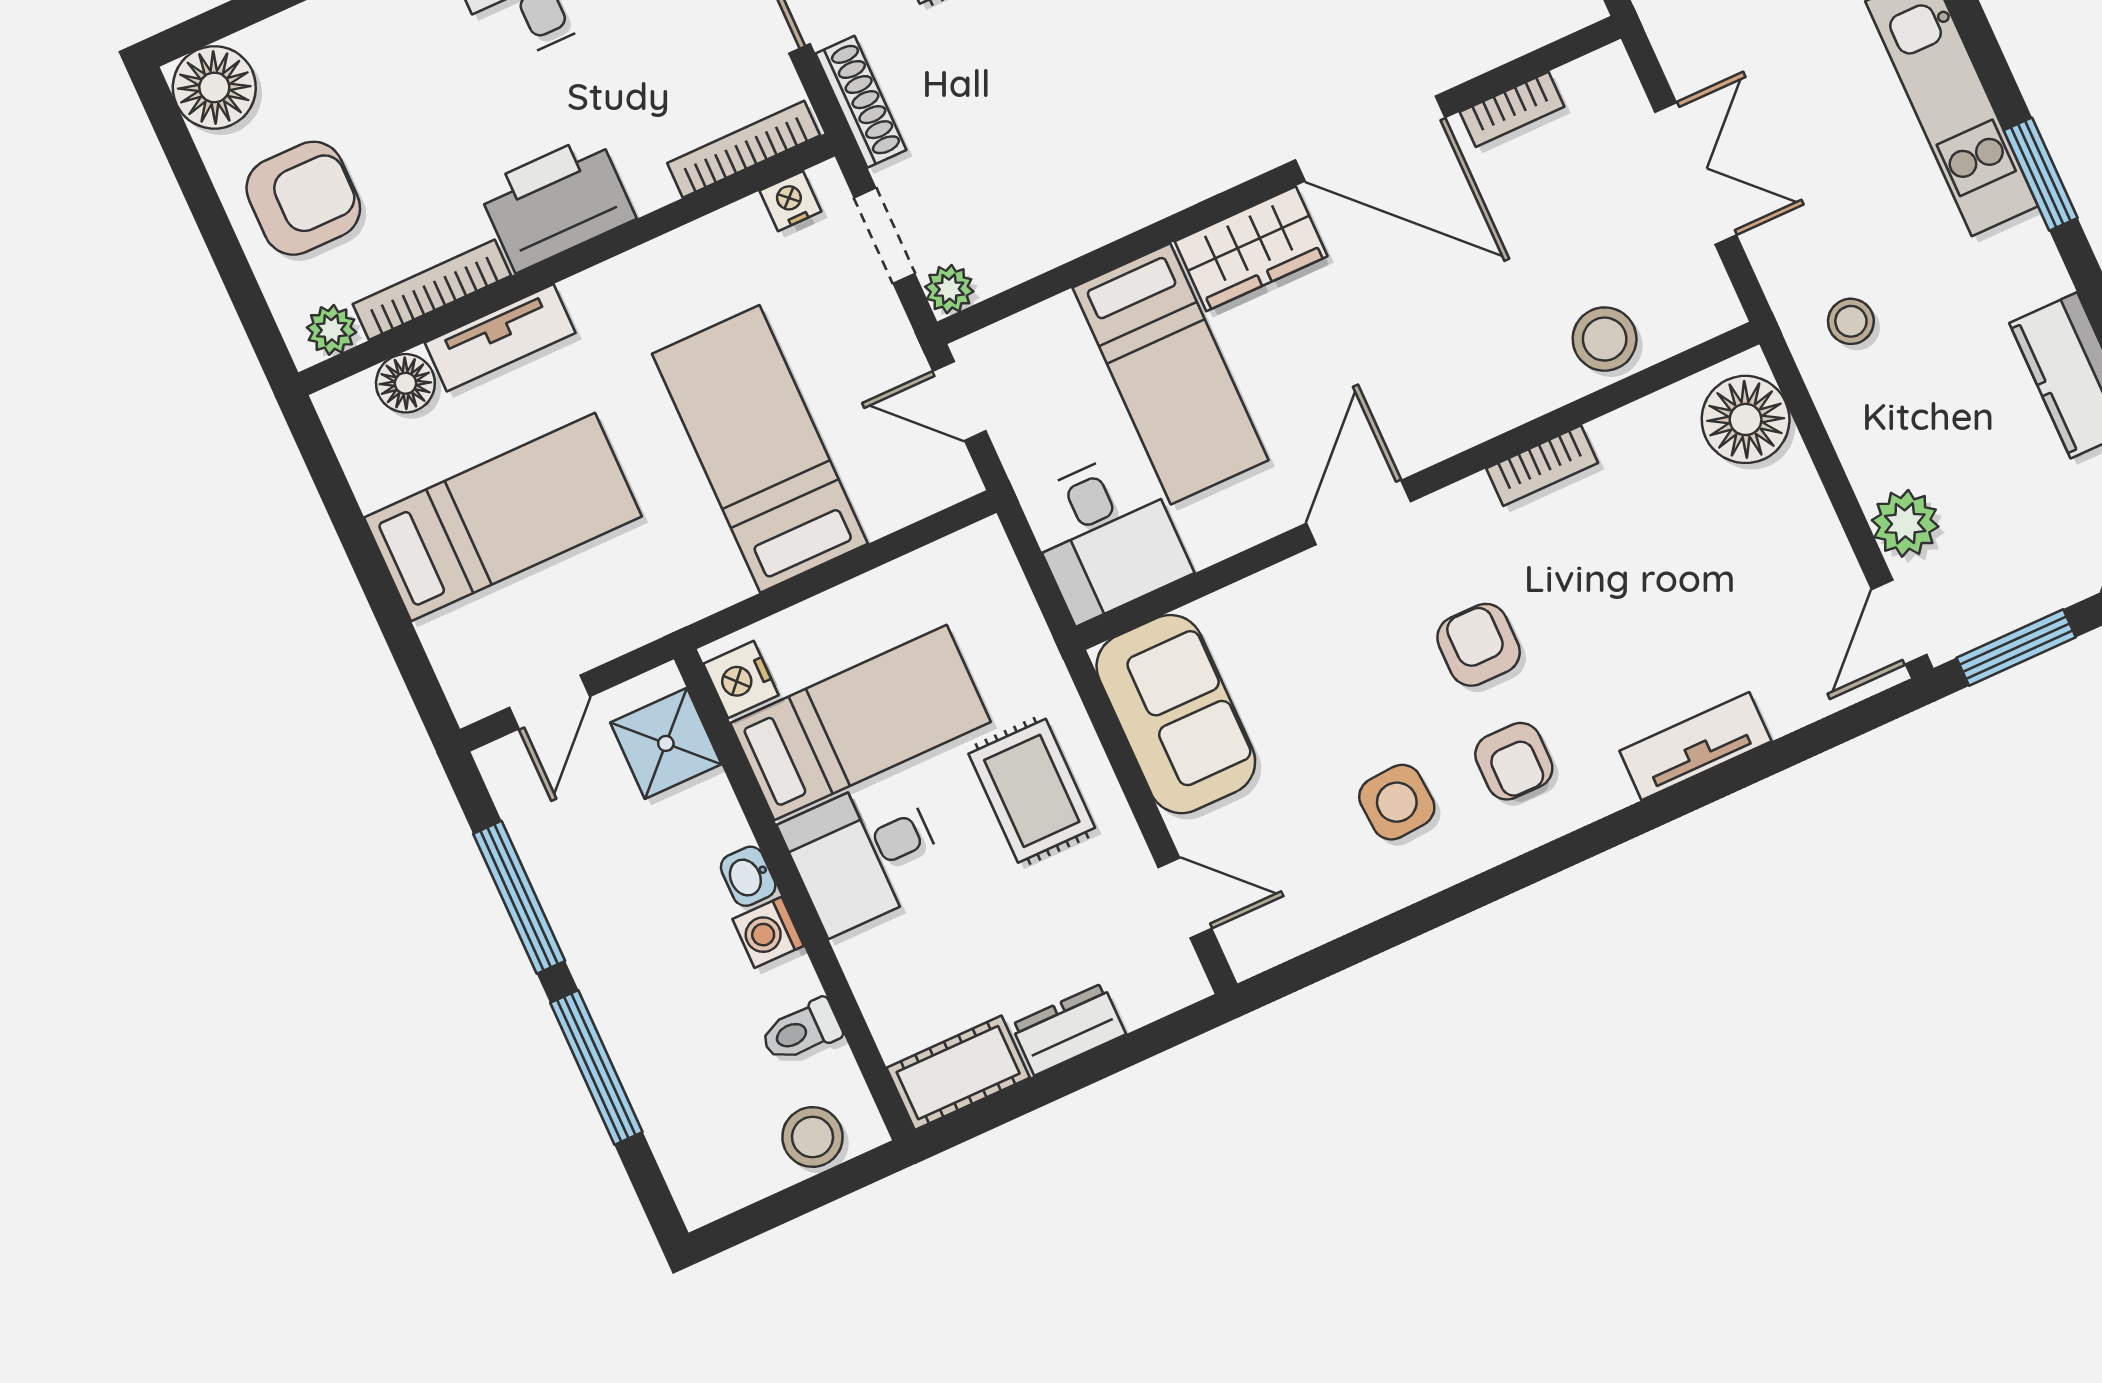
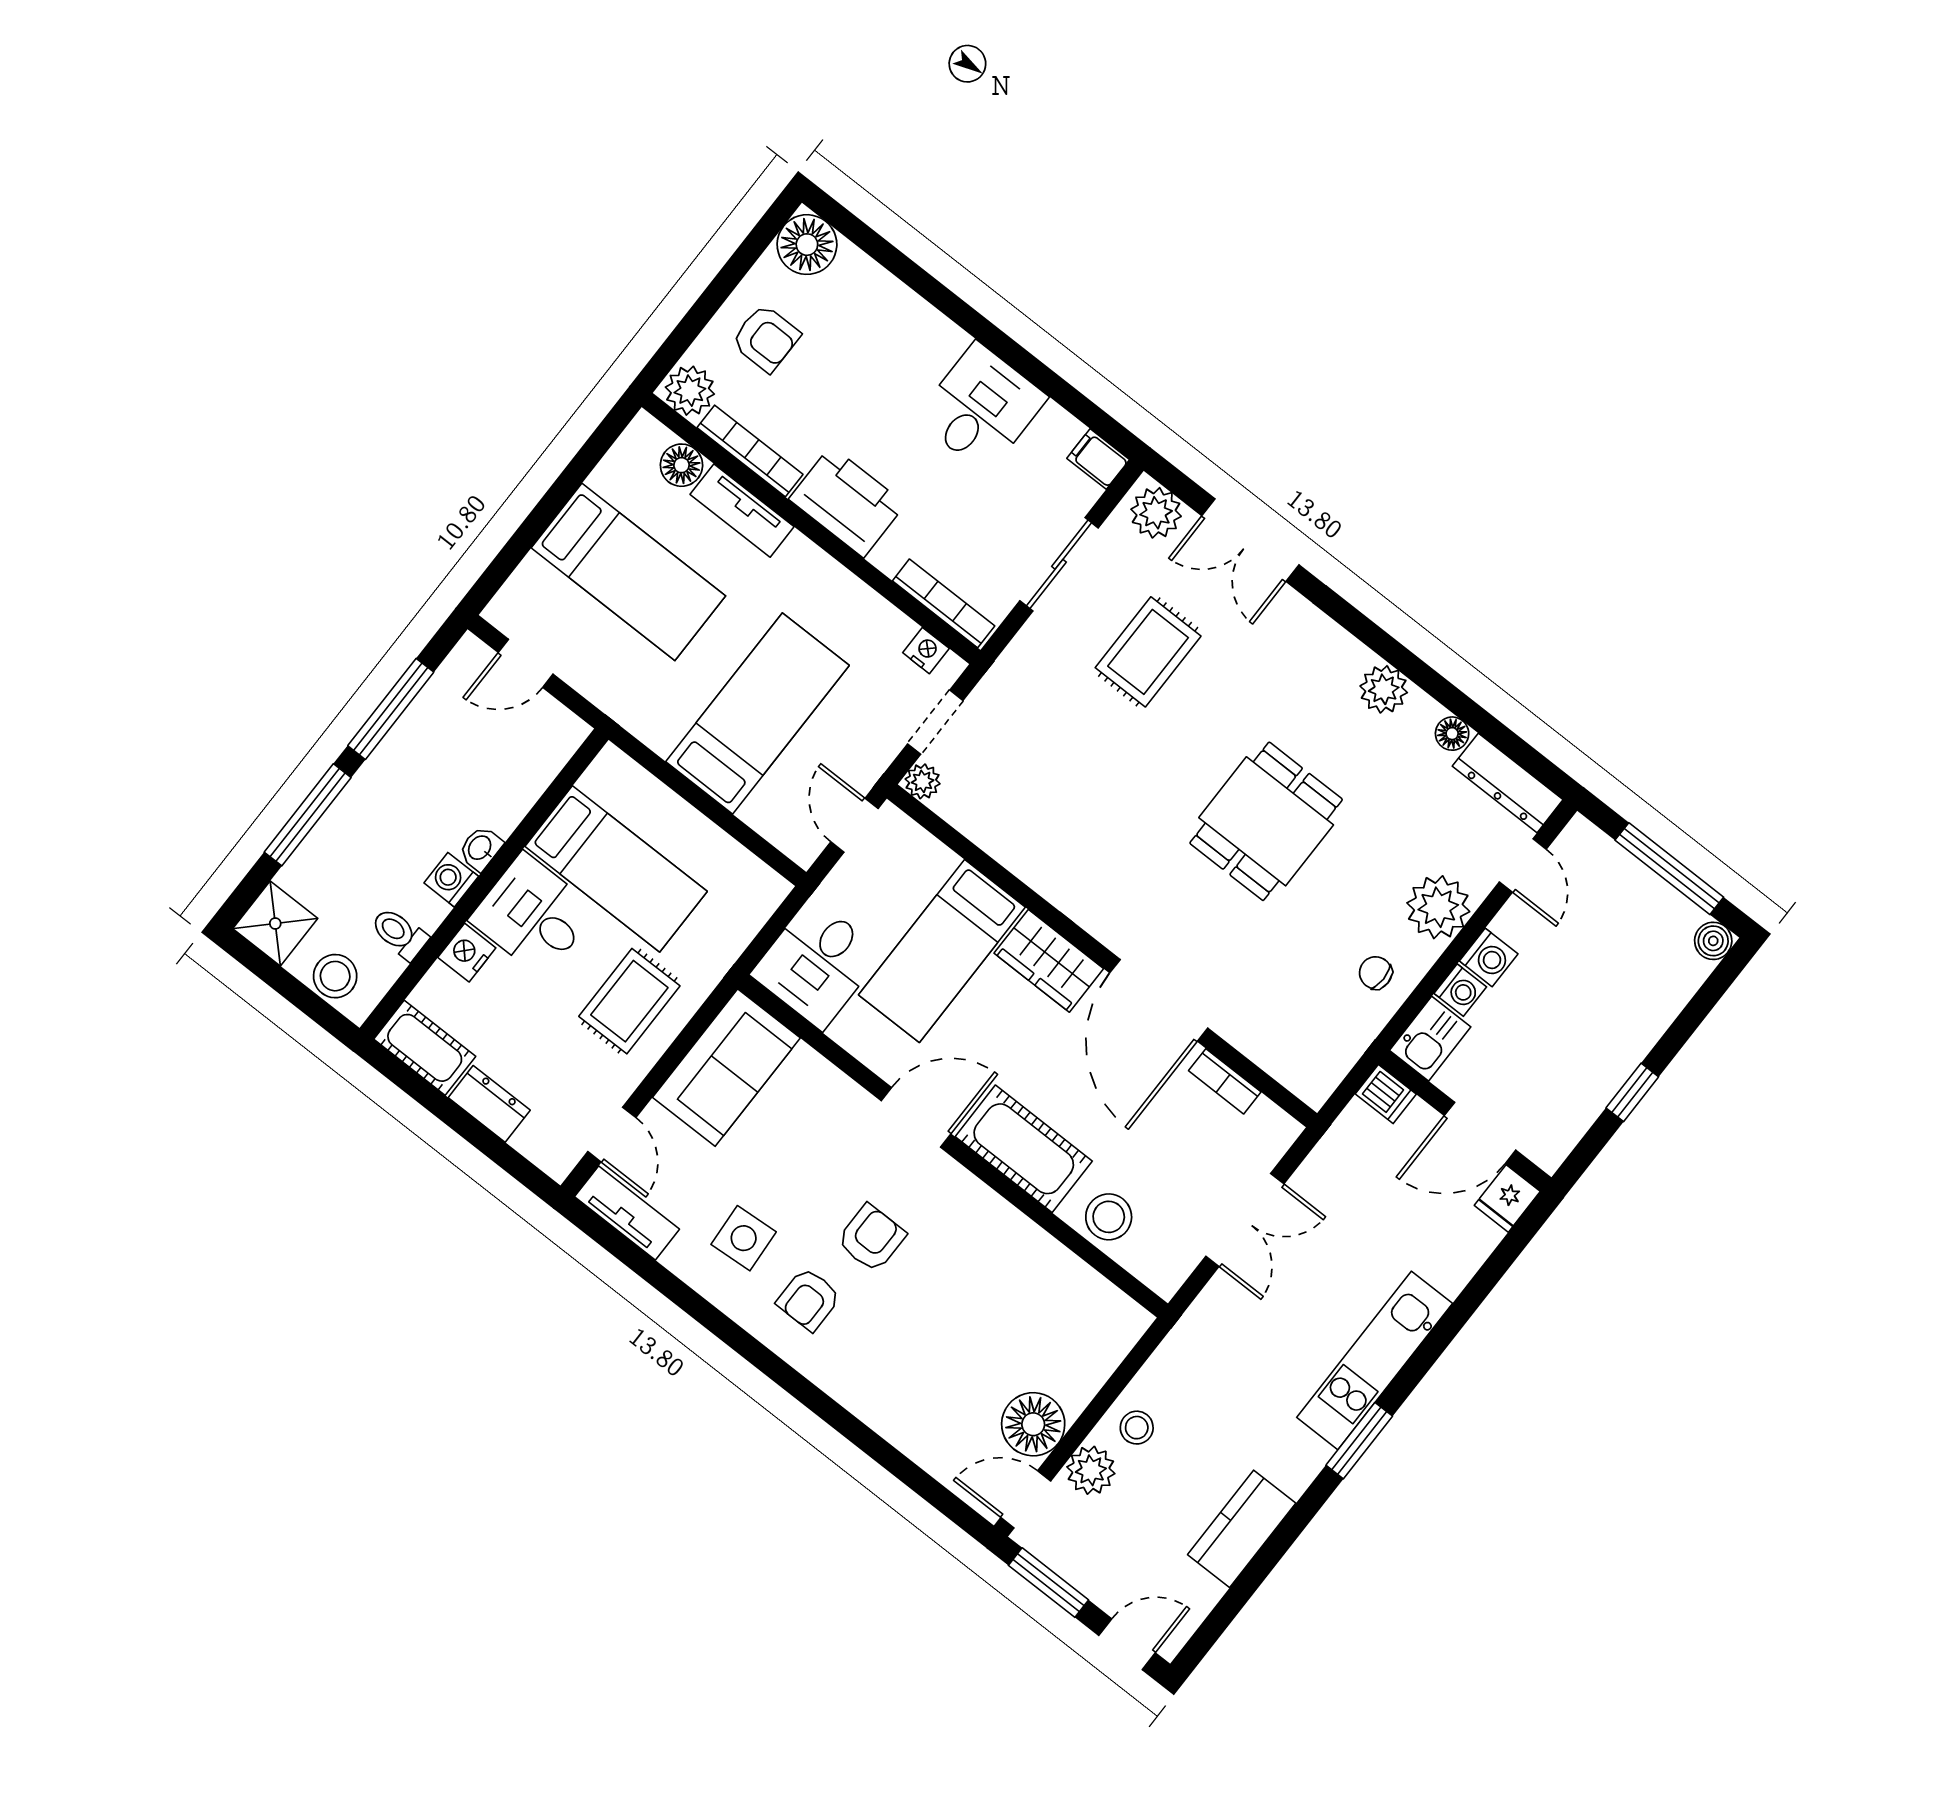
shoe rack: (861, 102) -> (1013, 663), removed
armchair: (303, 198) -> (766, 338), width x0.72, depth x0.72
stool: (1851, 321) -> (1137, 1428), moved
plant: (332, 330) -> (690, 391), width x1.38, depth x1.38
cot: (1466, 400) -> (1024, 1149), added
floor lamp: (1746, 419) -> (1033, 1424), moved
bookcase: (1542, 466) -> (1007, 1219), removed
nightstand: (741, 679) -> (467, 953), moved
shower: (666, 743) -> (275, 923), moved
tv unit: (1695, 746) -> (627, 1213), moved

